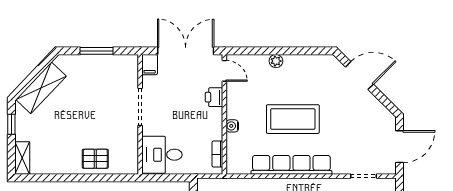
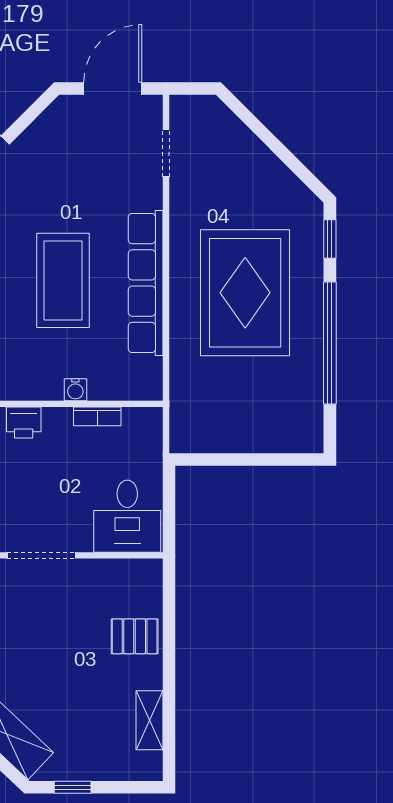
door: (399, 147) -> (113, 88), hinge flipped
bookcase: (217, 154) -> (97, 416), moved
shelving: (22, 158) -> (150, 720), moved, turned 90
pallet: (95, 159) -> (135, 636), turned 90

